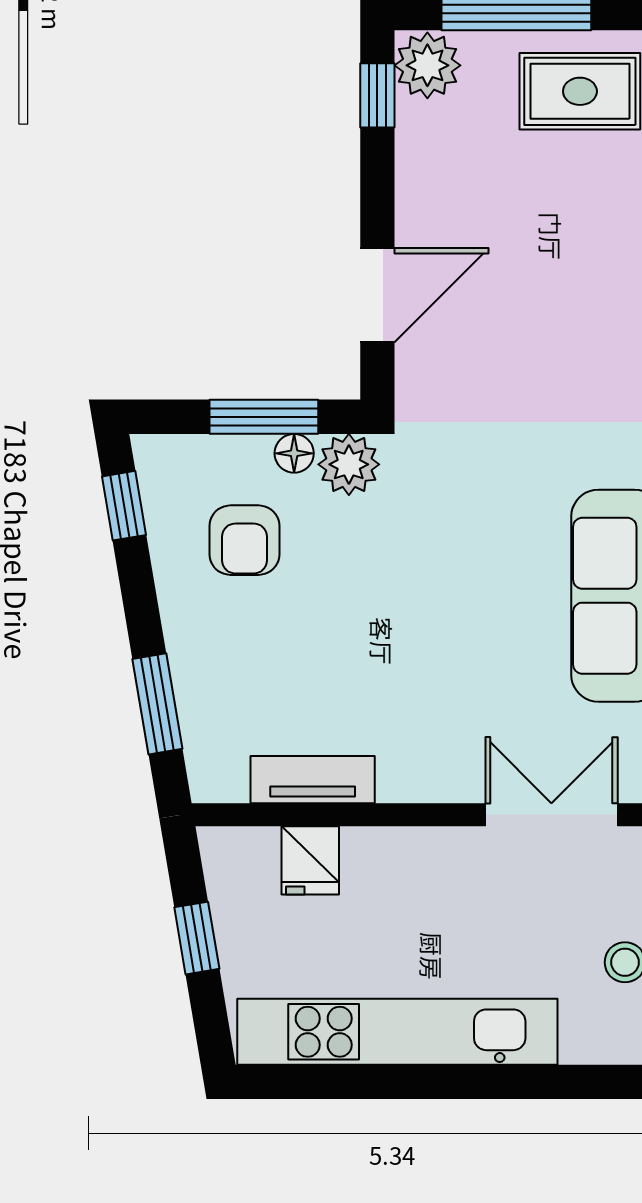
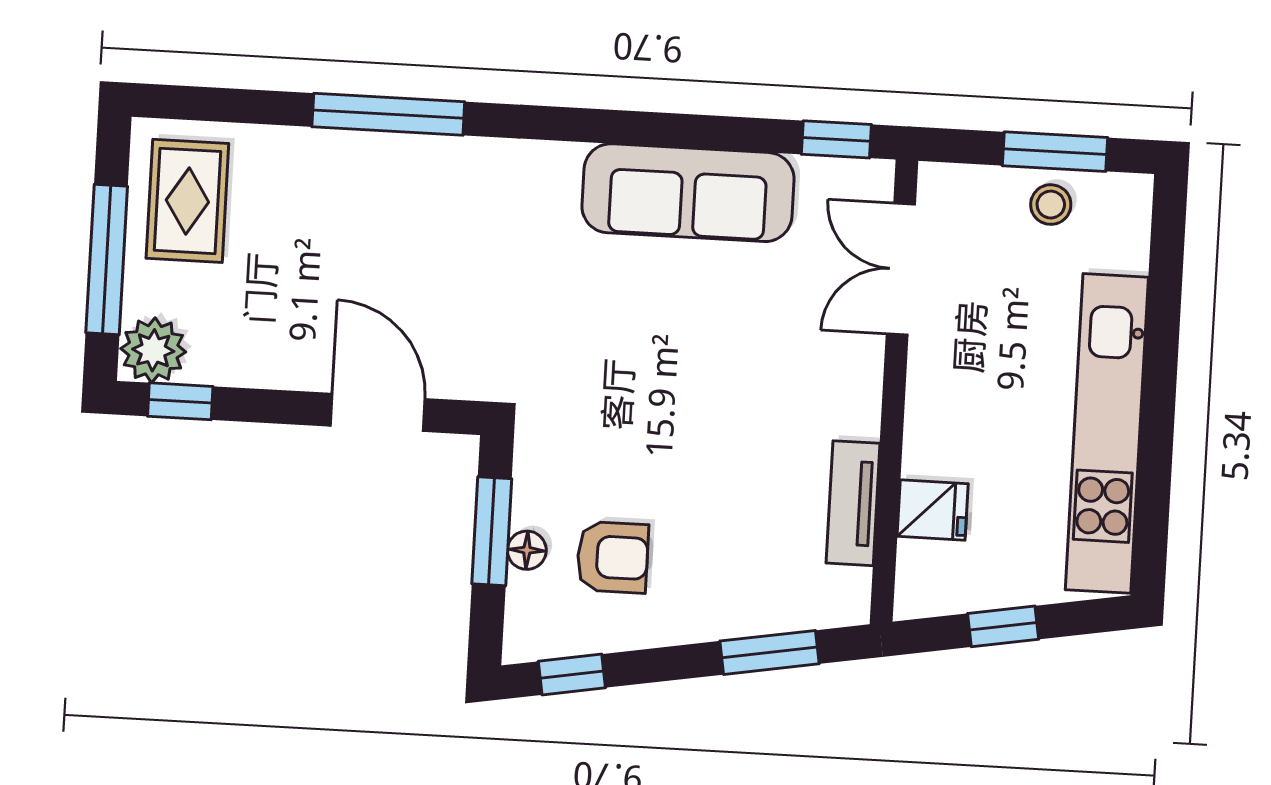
floor lamp: (294, 453) -> (527, 550), moved
plant: (349, 464) -> (544, 450), removed

